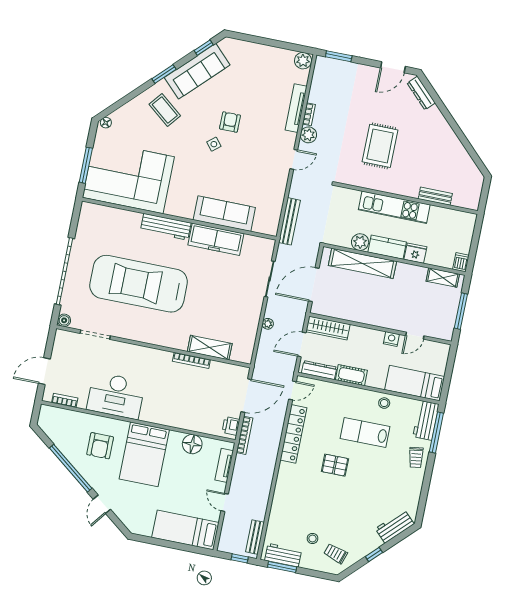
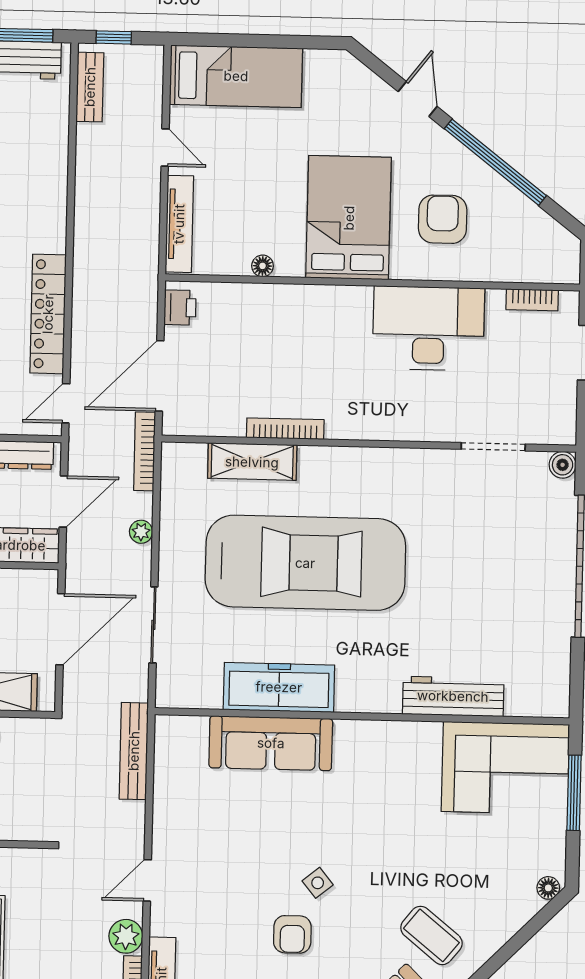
corner sofa: (128, 177) -> (505, 768), width x0.73, depth x0.74
workbench: (166, 227) -> (453, 696), moved
car: (139, 284) -> (305, 563), moved
bookcase: (245, 435) -> (145, 451), moved
floor lamp: (192, 444) -> (263, 266), width x0.53, depth x0.53
tv unit: (224, 465) -> (179, 224), width x1.41

